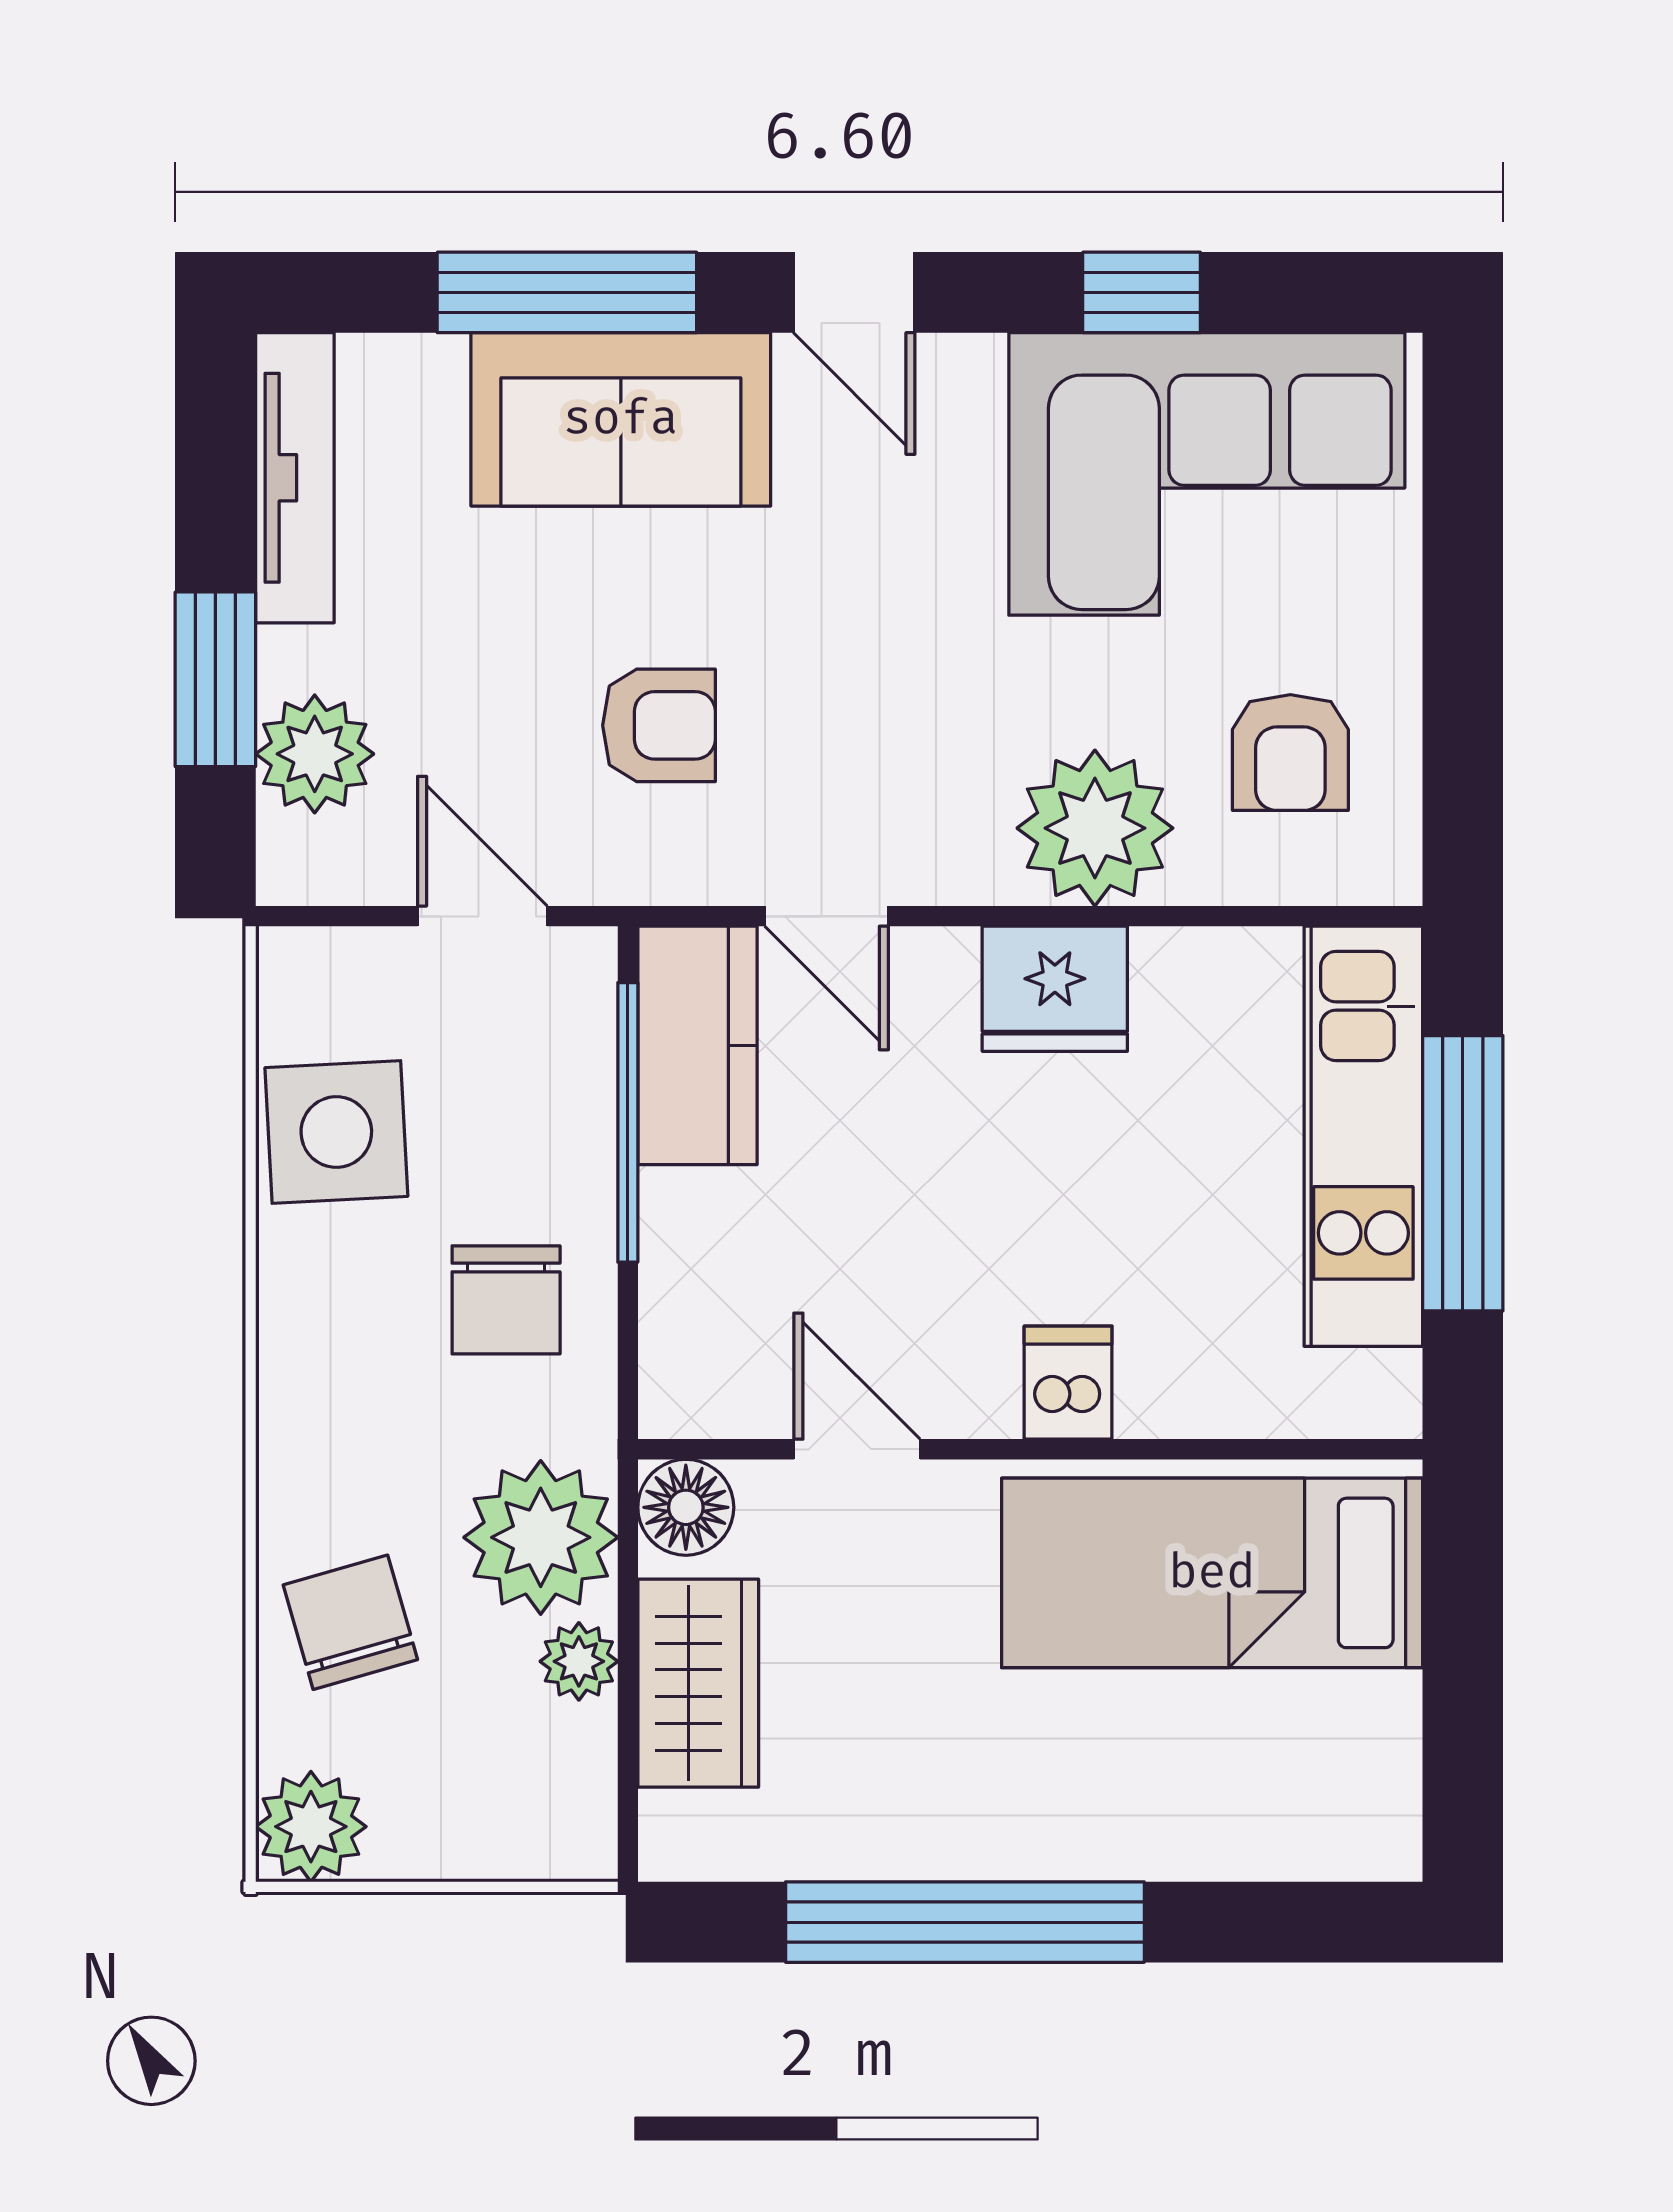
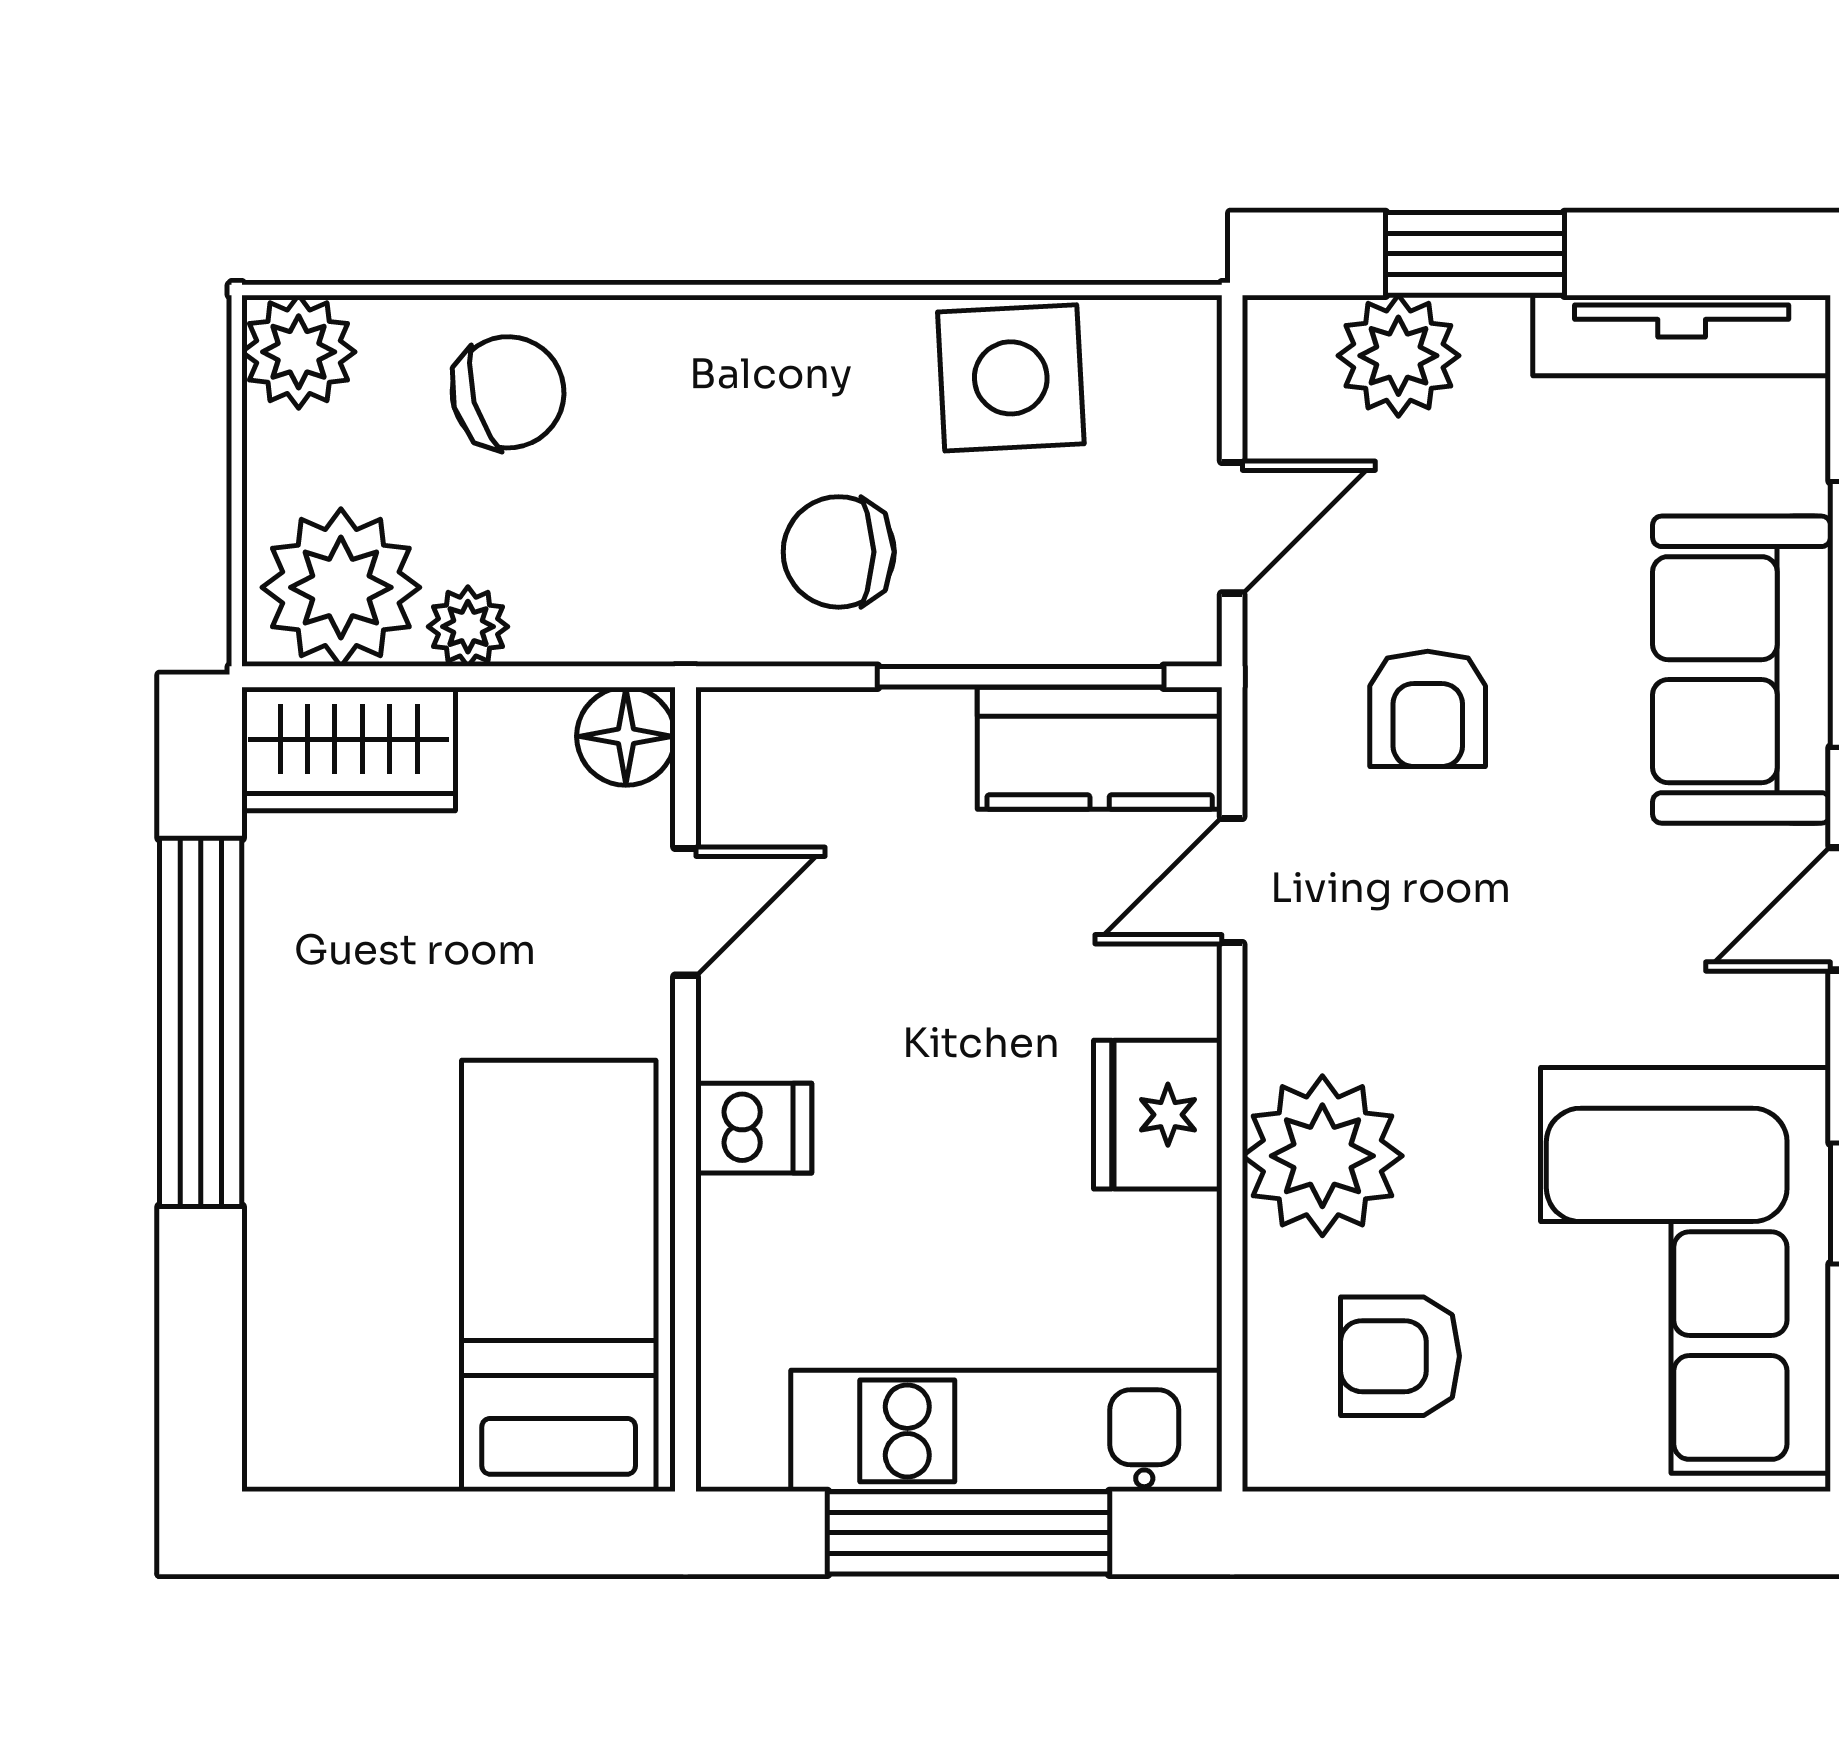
plant: (541, 1537) -> (341, 587), moved
wardrobe: (698, 1683) -> (349, 749), moved

